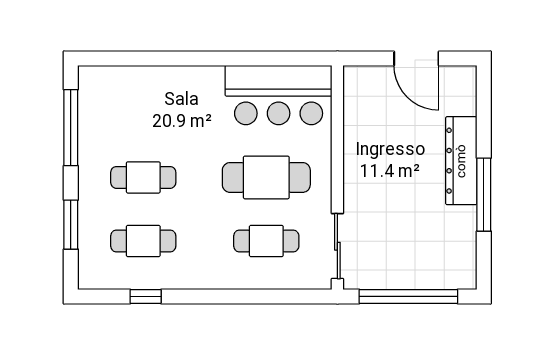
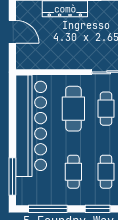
window: (134, 58) -> (12, 177), added
door: (416, 58) -> (12, 32), hinge flipped
bar counter: (279, 95) -> (31, 126), width x1.86

